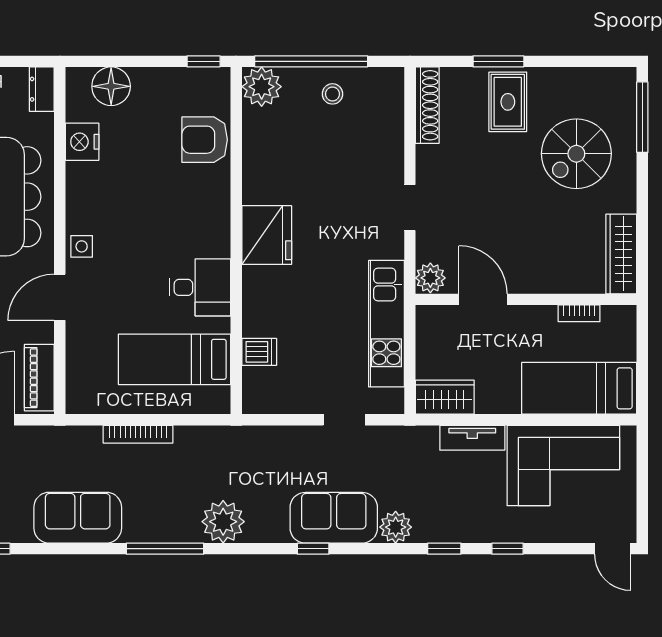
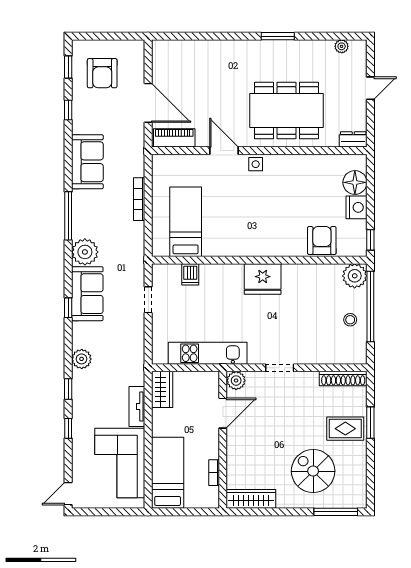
nightstand: (82, 142) -> (357, 207), moved, turned 90
desk: (200, 287) -> (230, 238), removed
doorway: (344, 420) -> (148, 300), moved
sofa: (334, 518) -> (87, 294), moved

